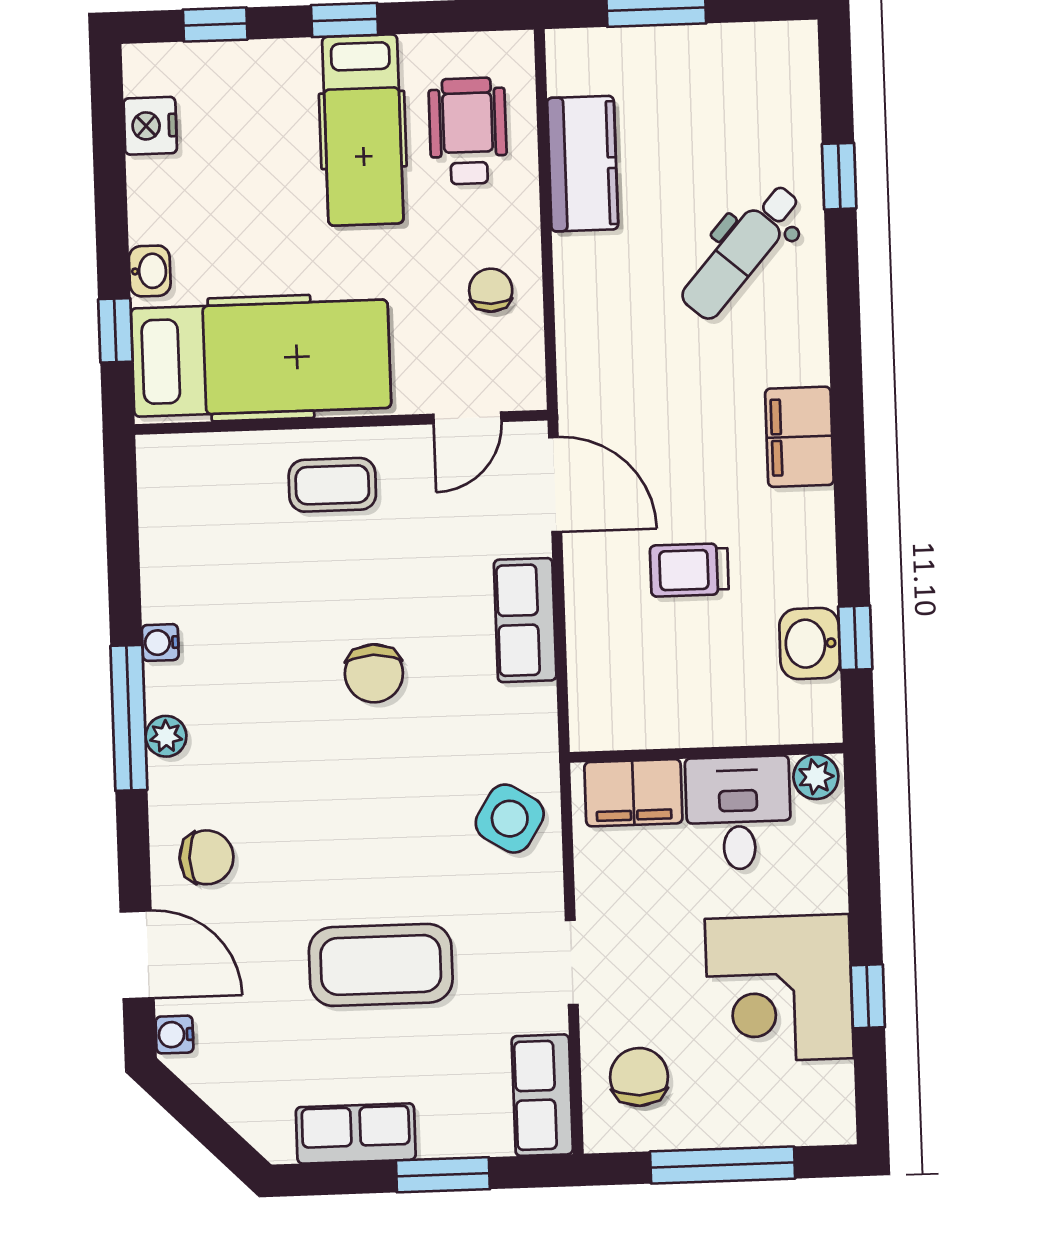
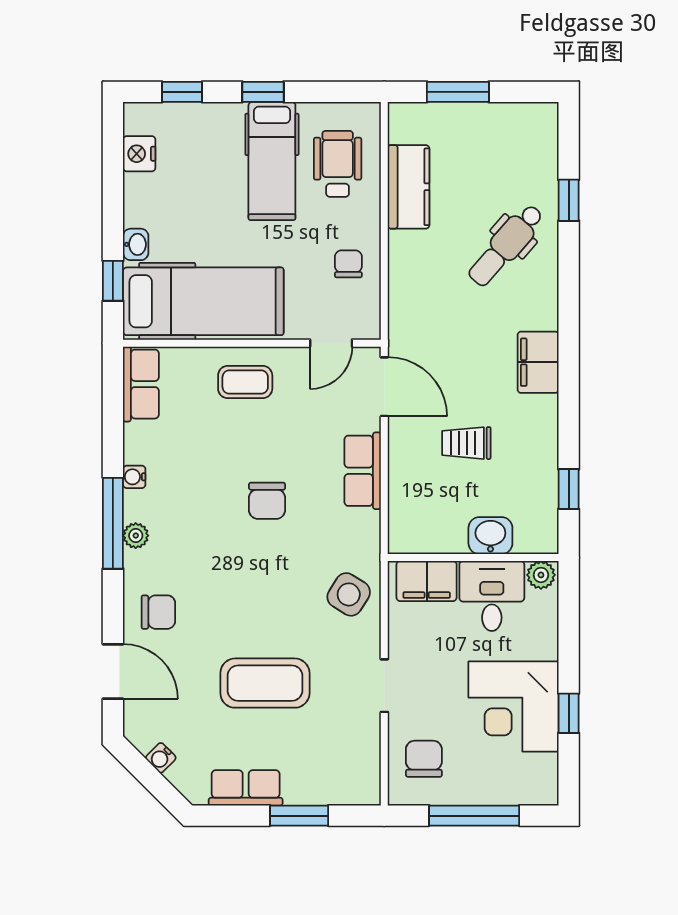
washbasin: (810, 643) -> (490, 536), moved, turned 90
water cooler: (174, 1035) -> (161, 758), moved, turned -45
row of seats: (542, 1095) -> (141, 384), moved, turned 180

